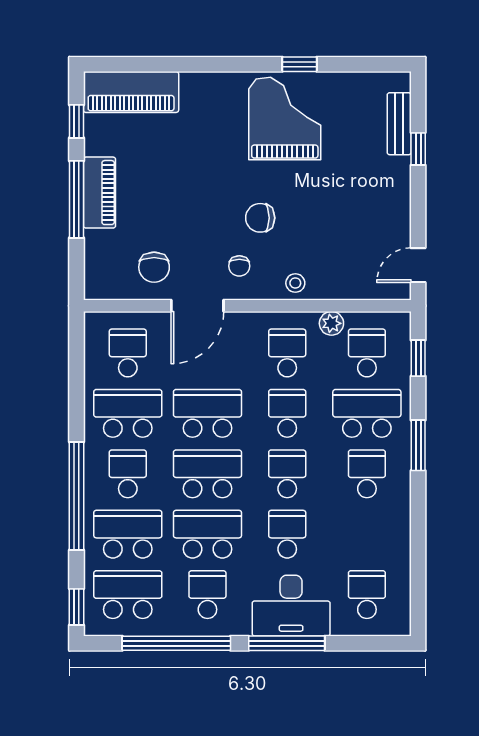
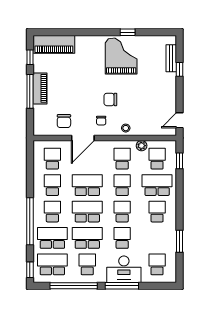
school desk: (128, 413) -> (52, 185), width x0.54
window: (418, 445) -> (180, 241), moved

